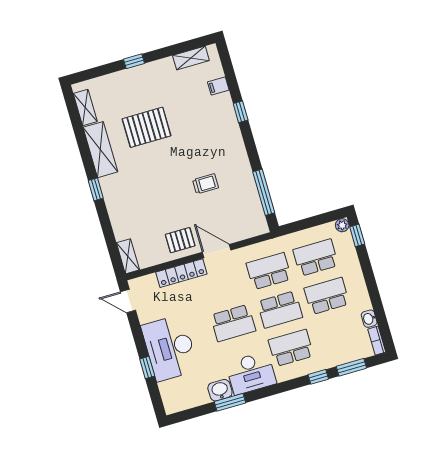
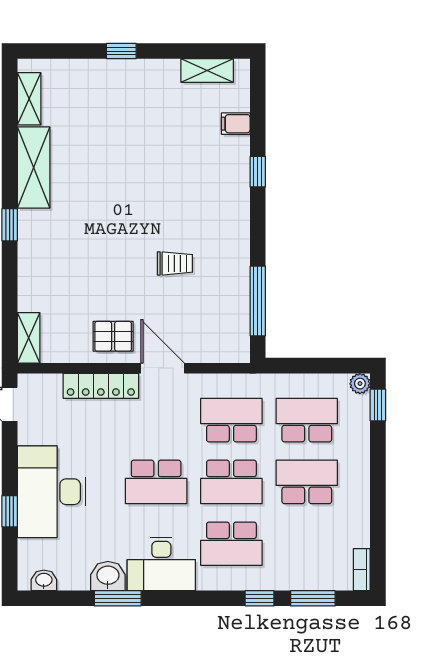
pallet: (147, 127) -> (112, 154), removed
washbasin: (369, 319) -> (44, 580), moved, turned 90
school desk: (291, 348) -> (231, 544), turned 180

